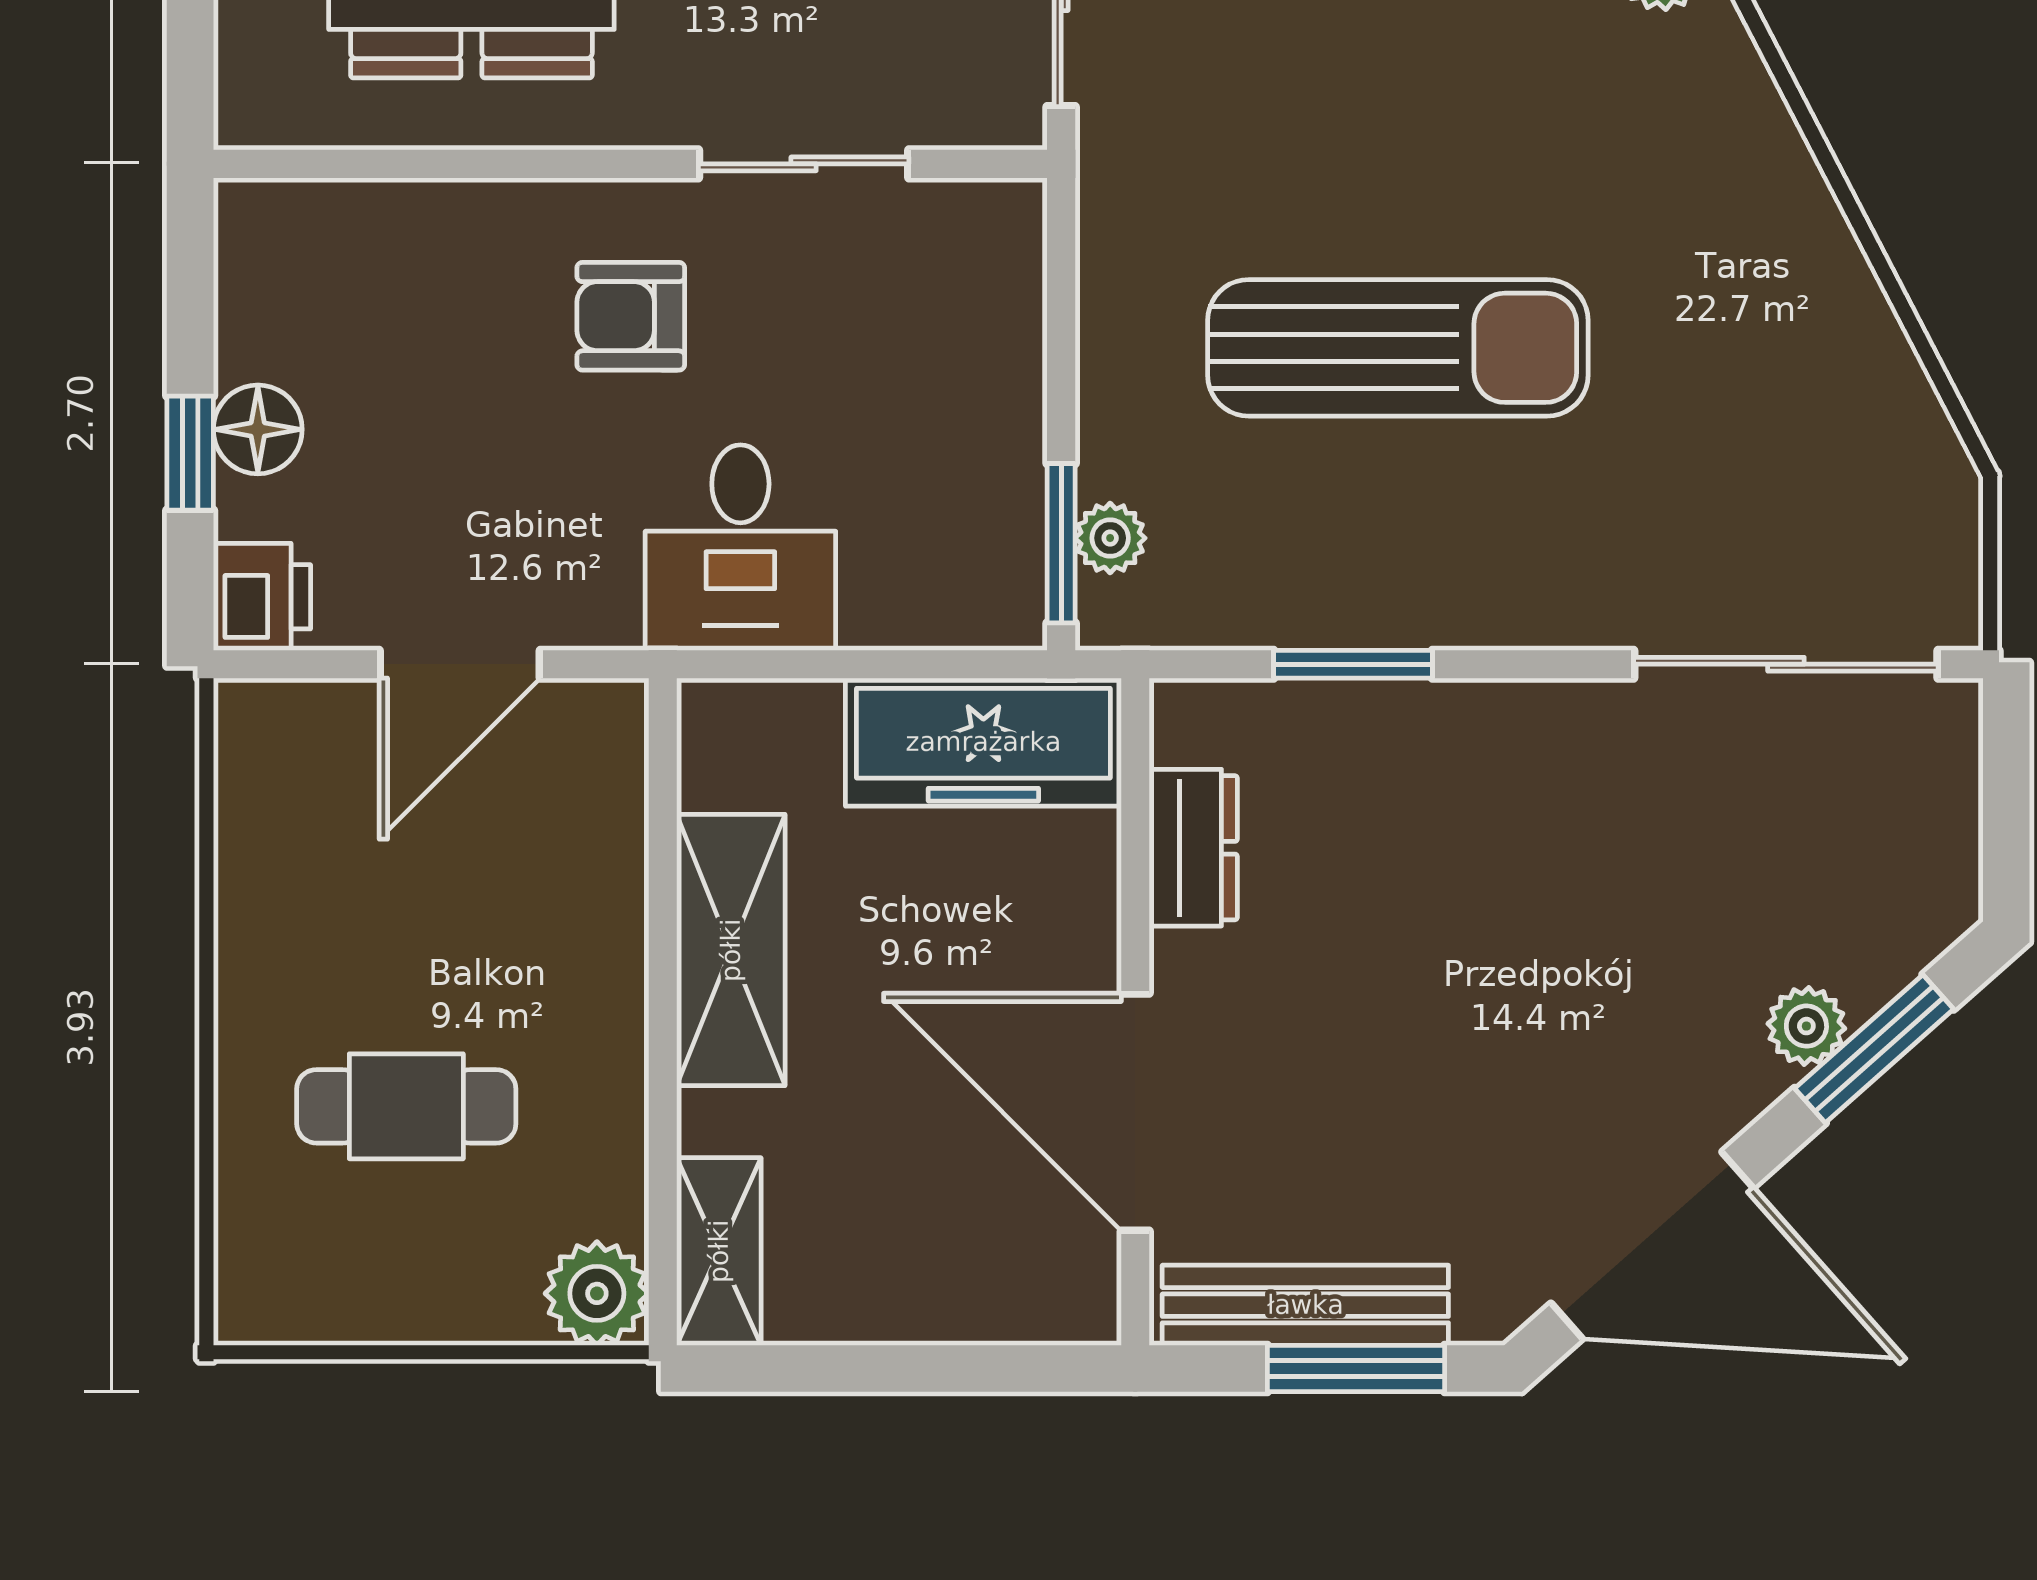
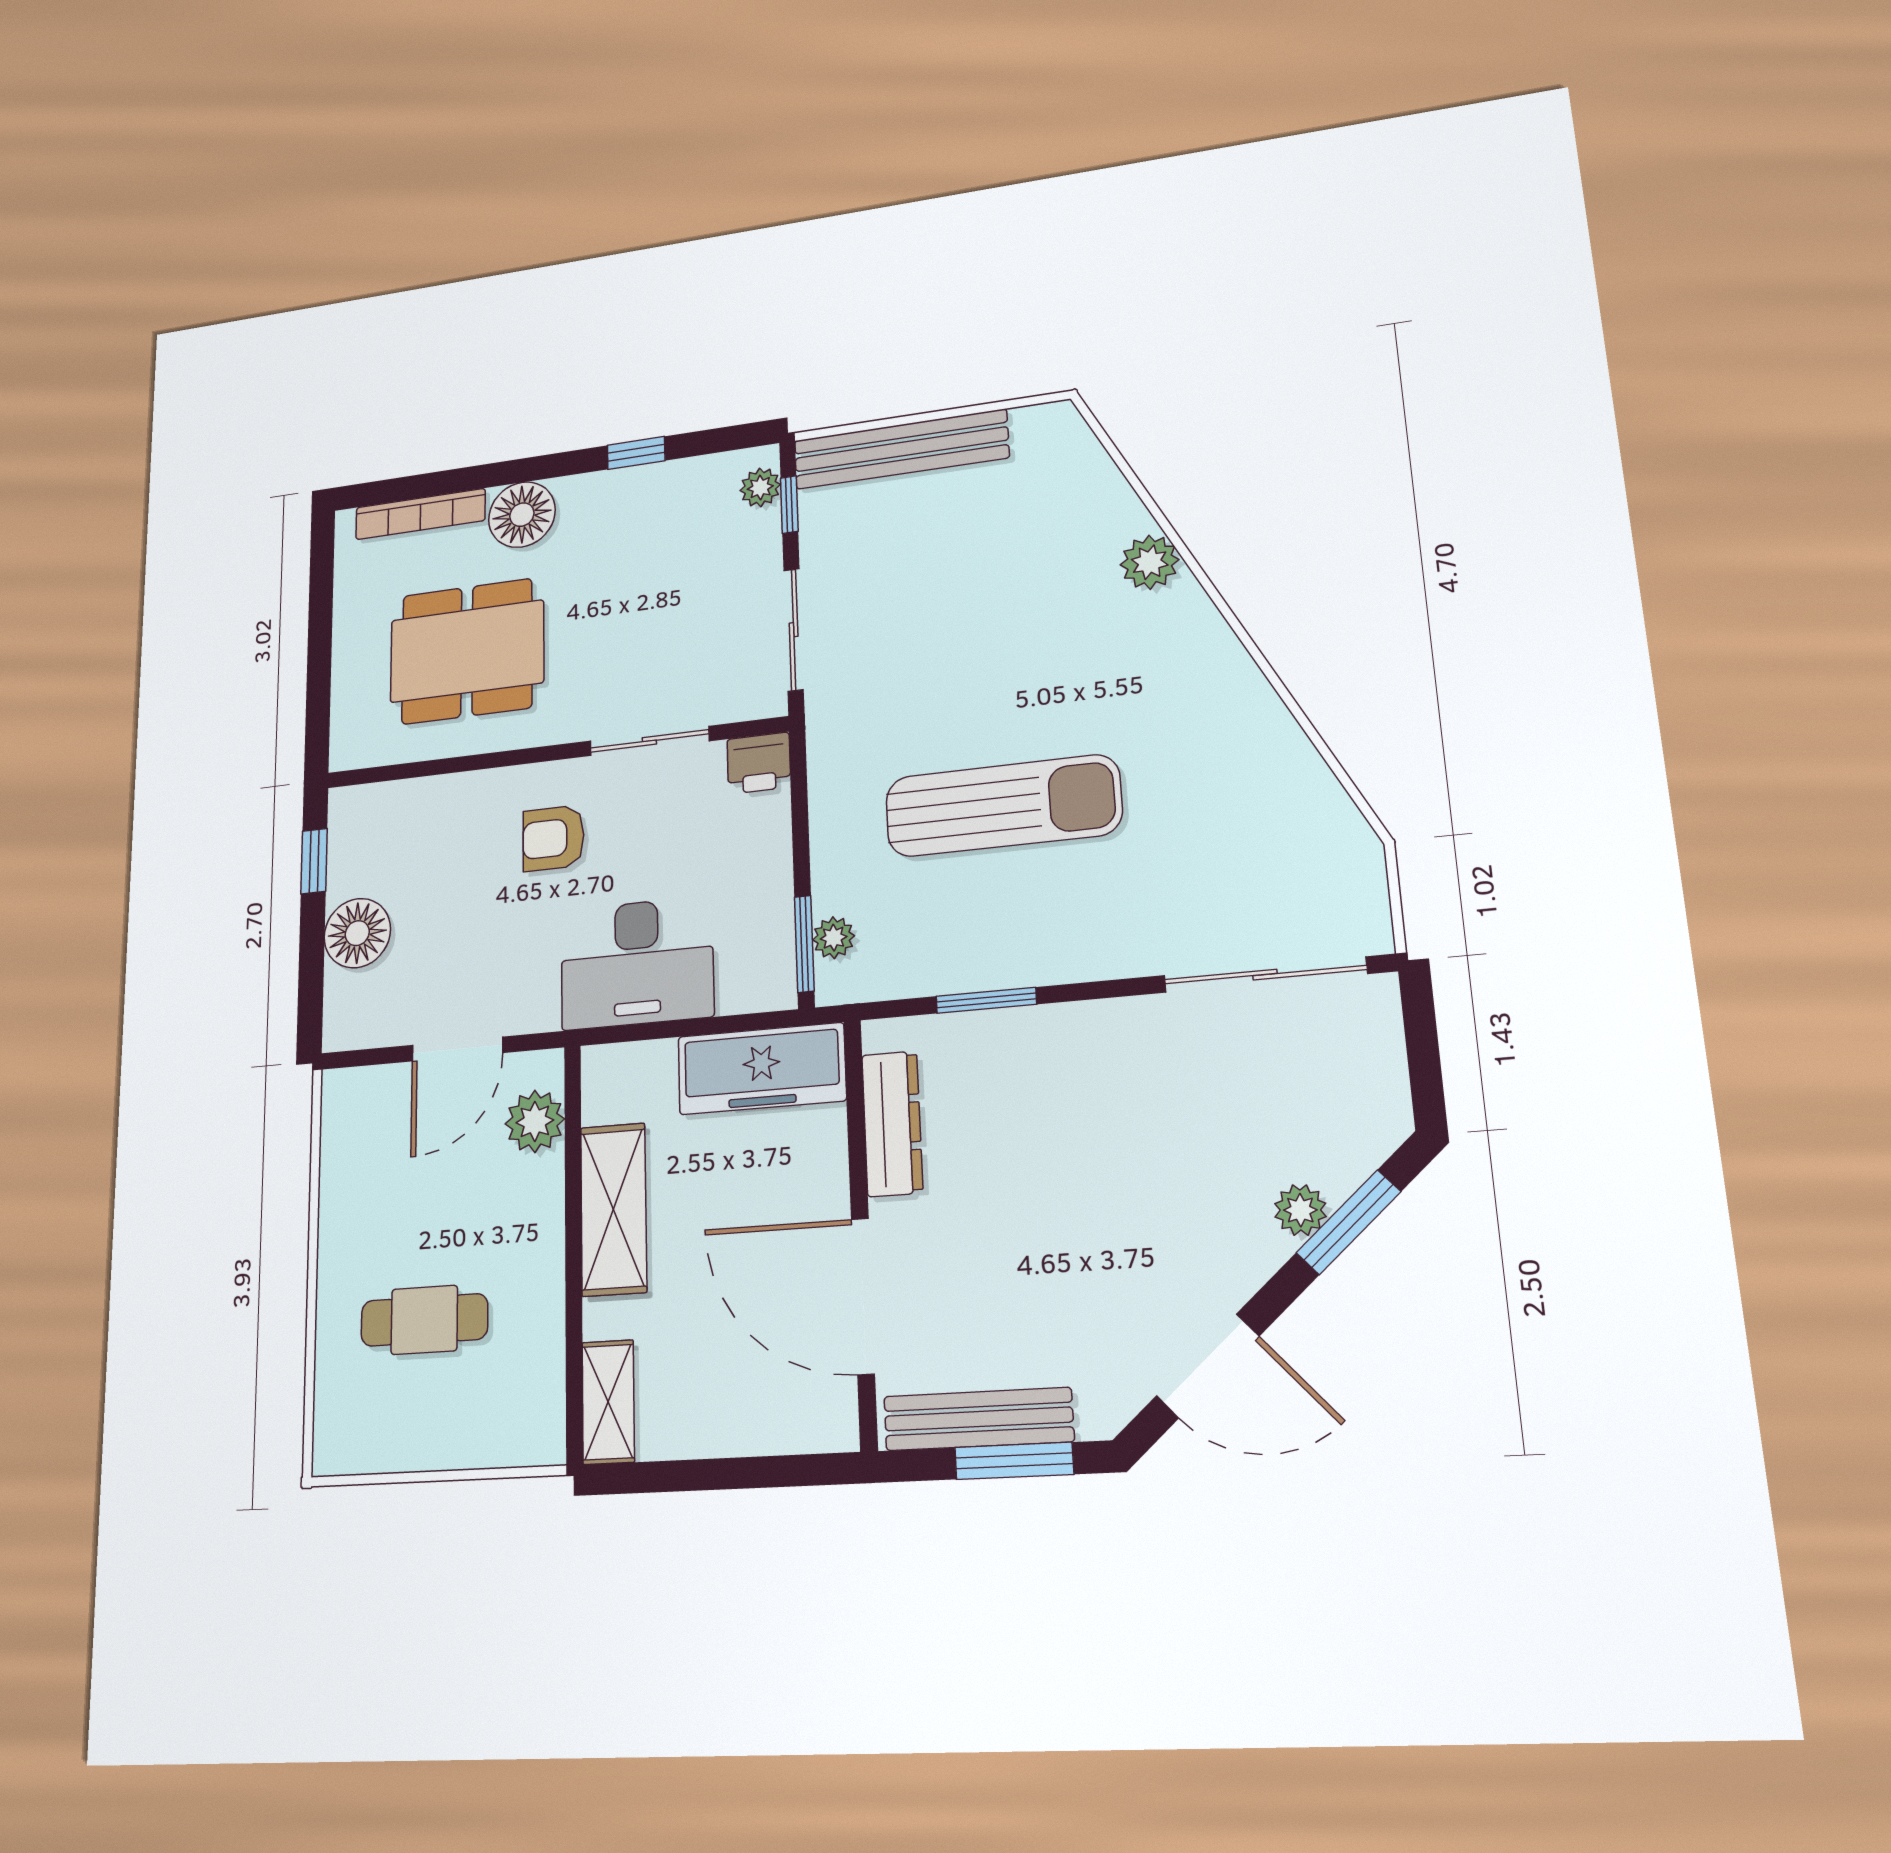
floor lamp: (258, 429) -> (357, 933), width x1.38, depth x1.38
window: (190, 453) -> (314, 861), moved
desk: (740, 548) -> (637, 963), width x1.37
printer: (262, 597) -> (759, 763), moved, turned 90
dresser: (1193, 848) -> (892, 1124), width x1.44
door: (1652, 1245) -> (1208, 1366), width x0.73
plant: (597, 1293) -> (535, 1121), moved

